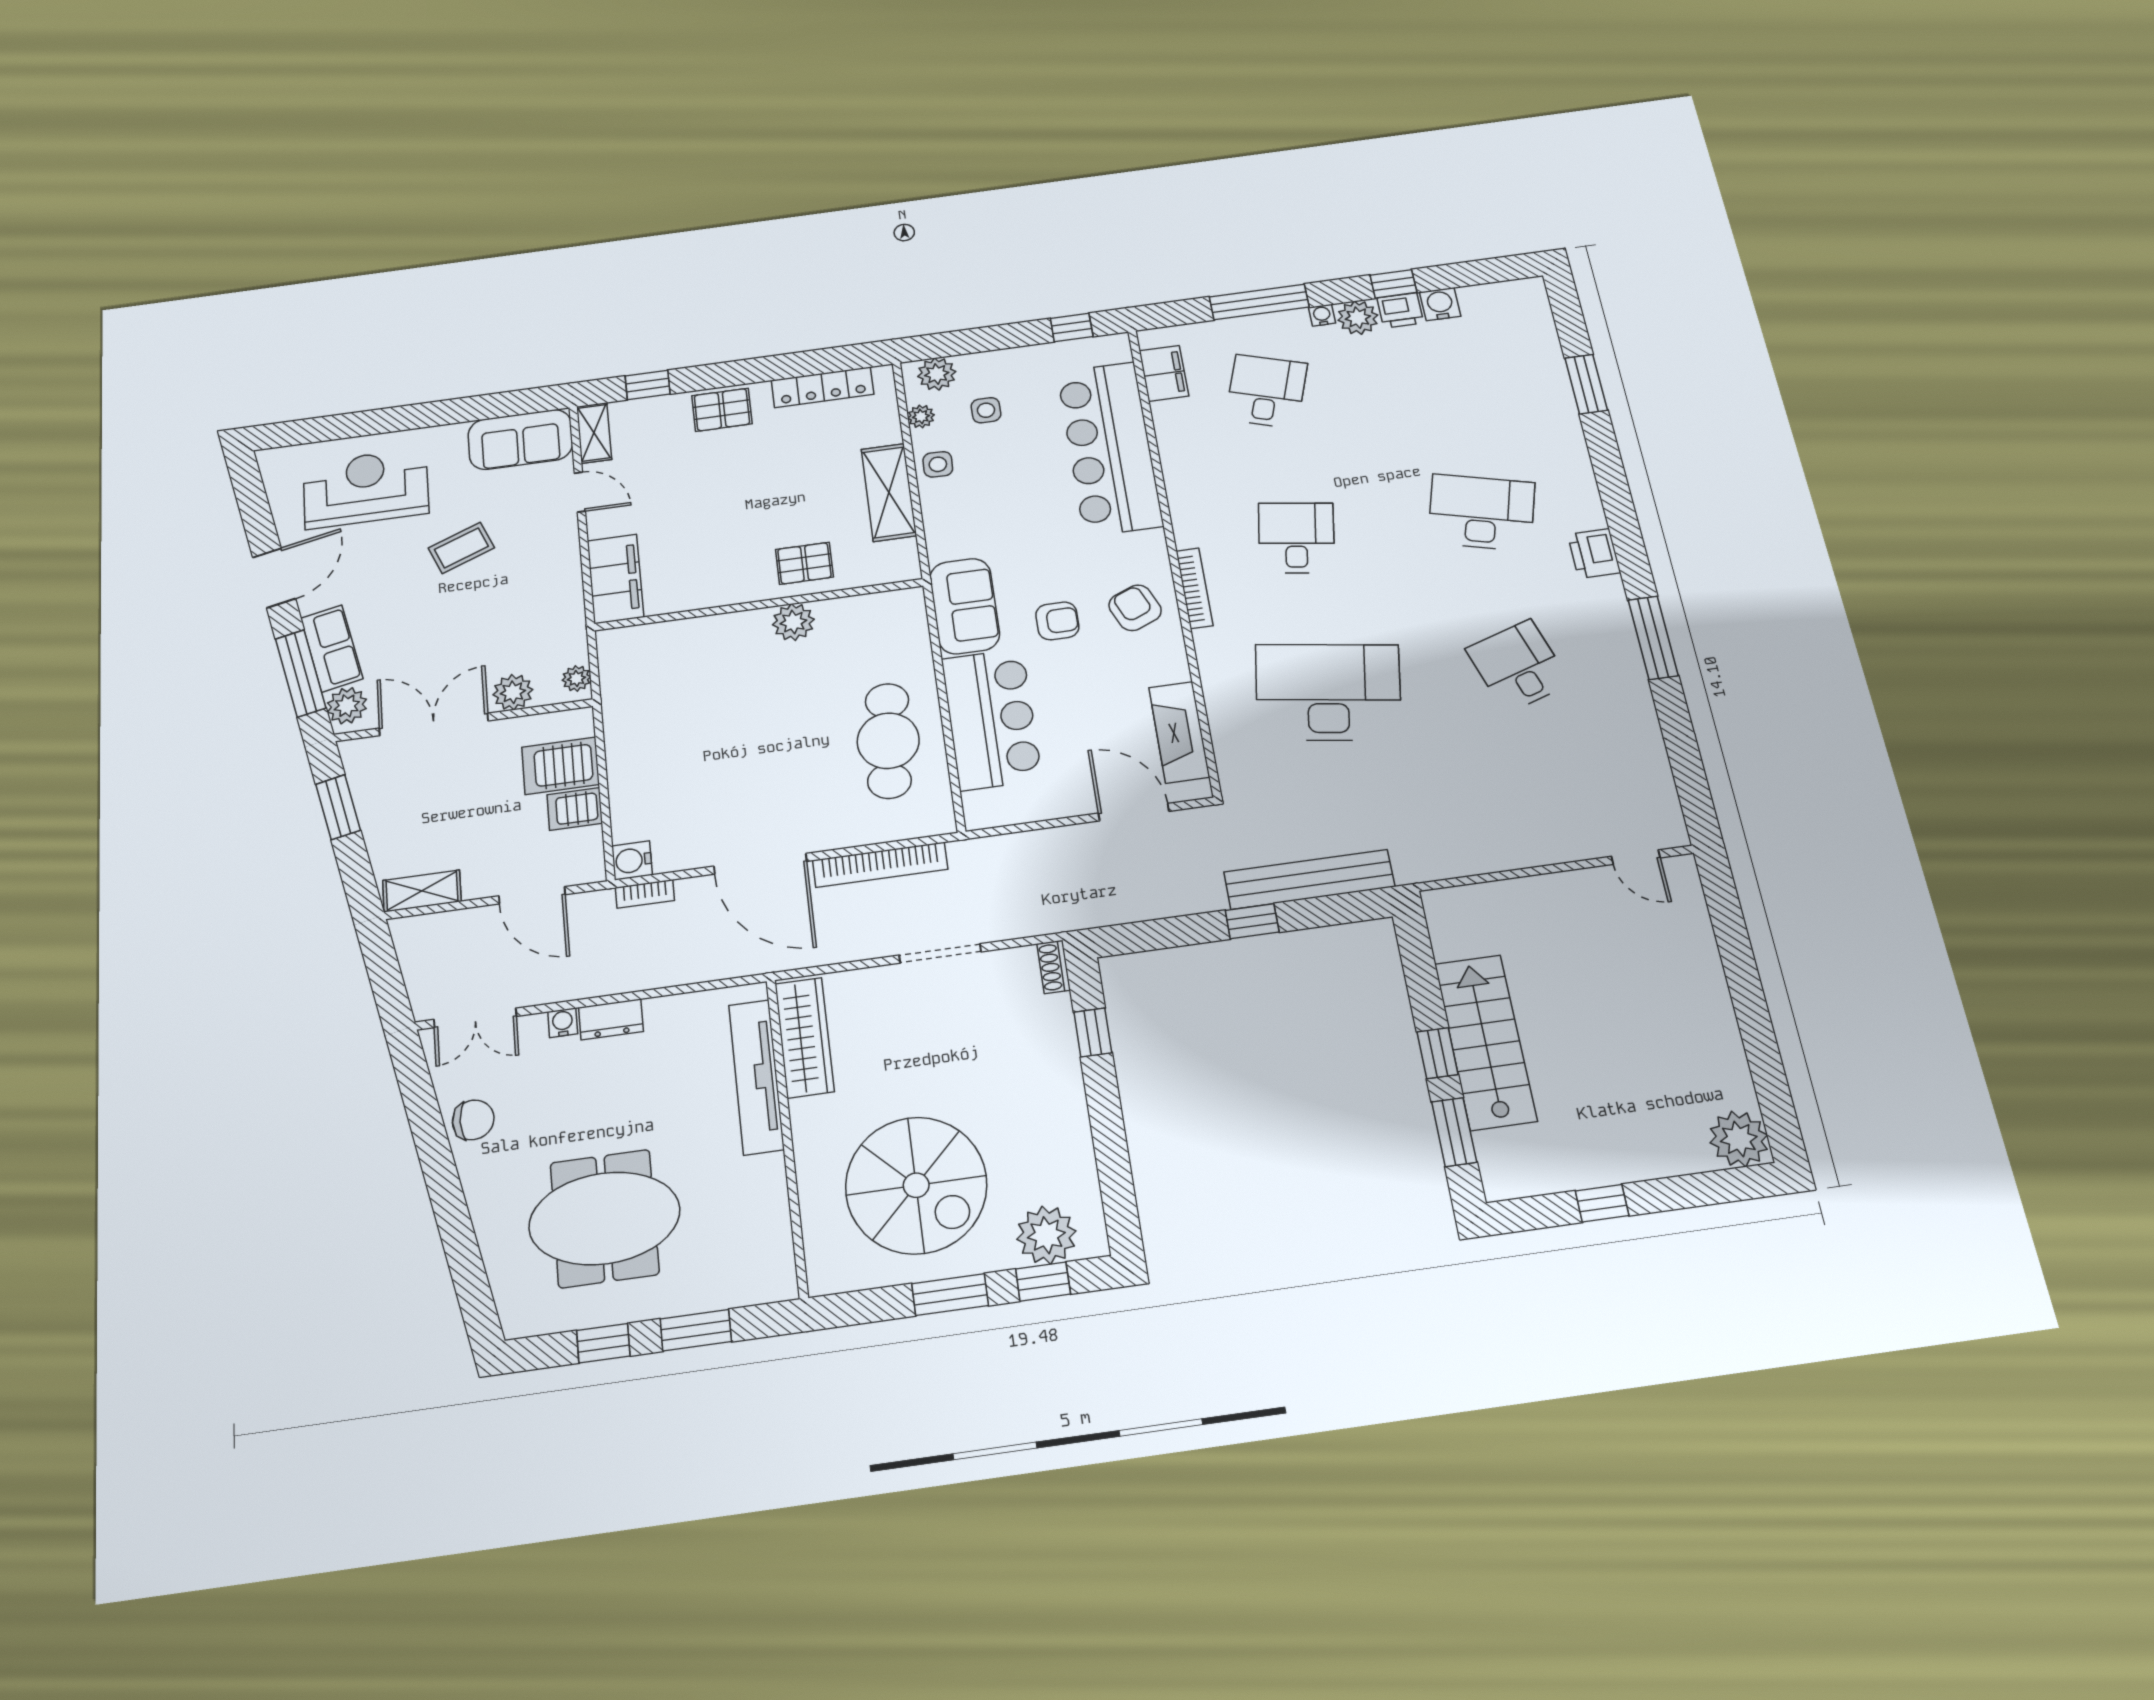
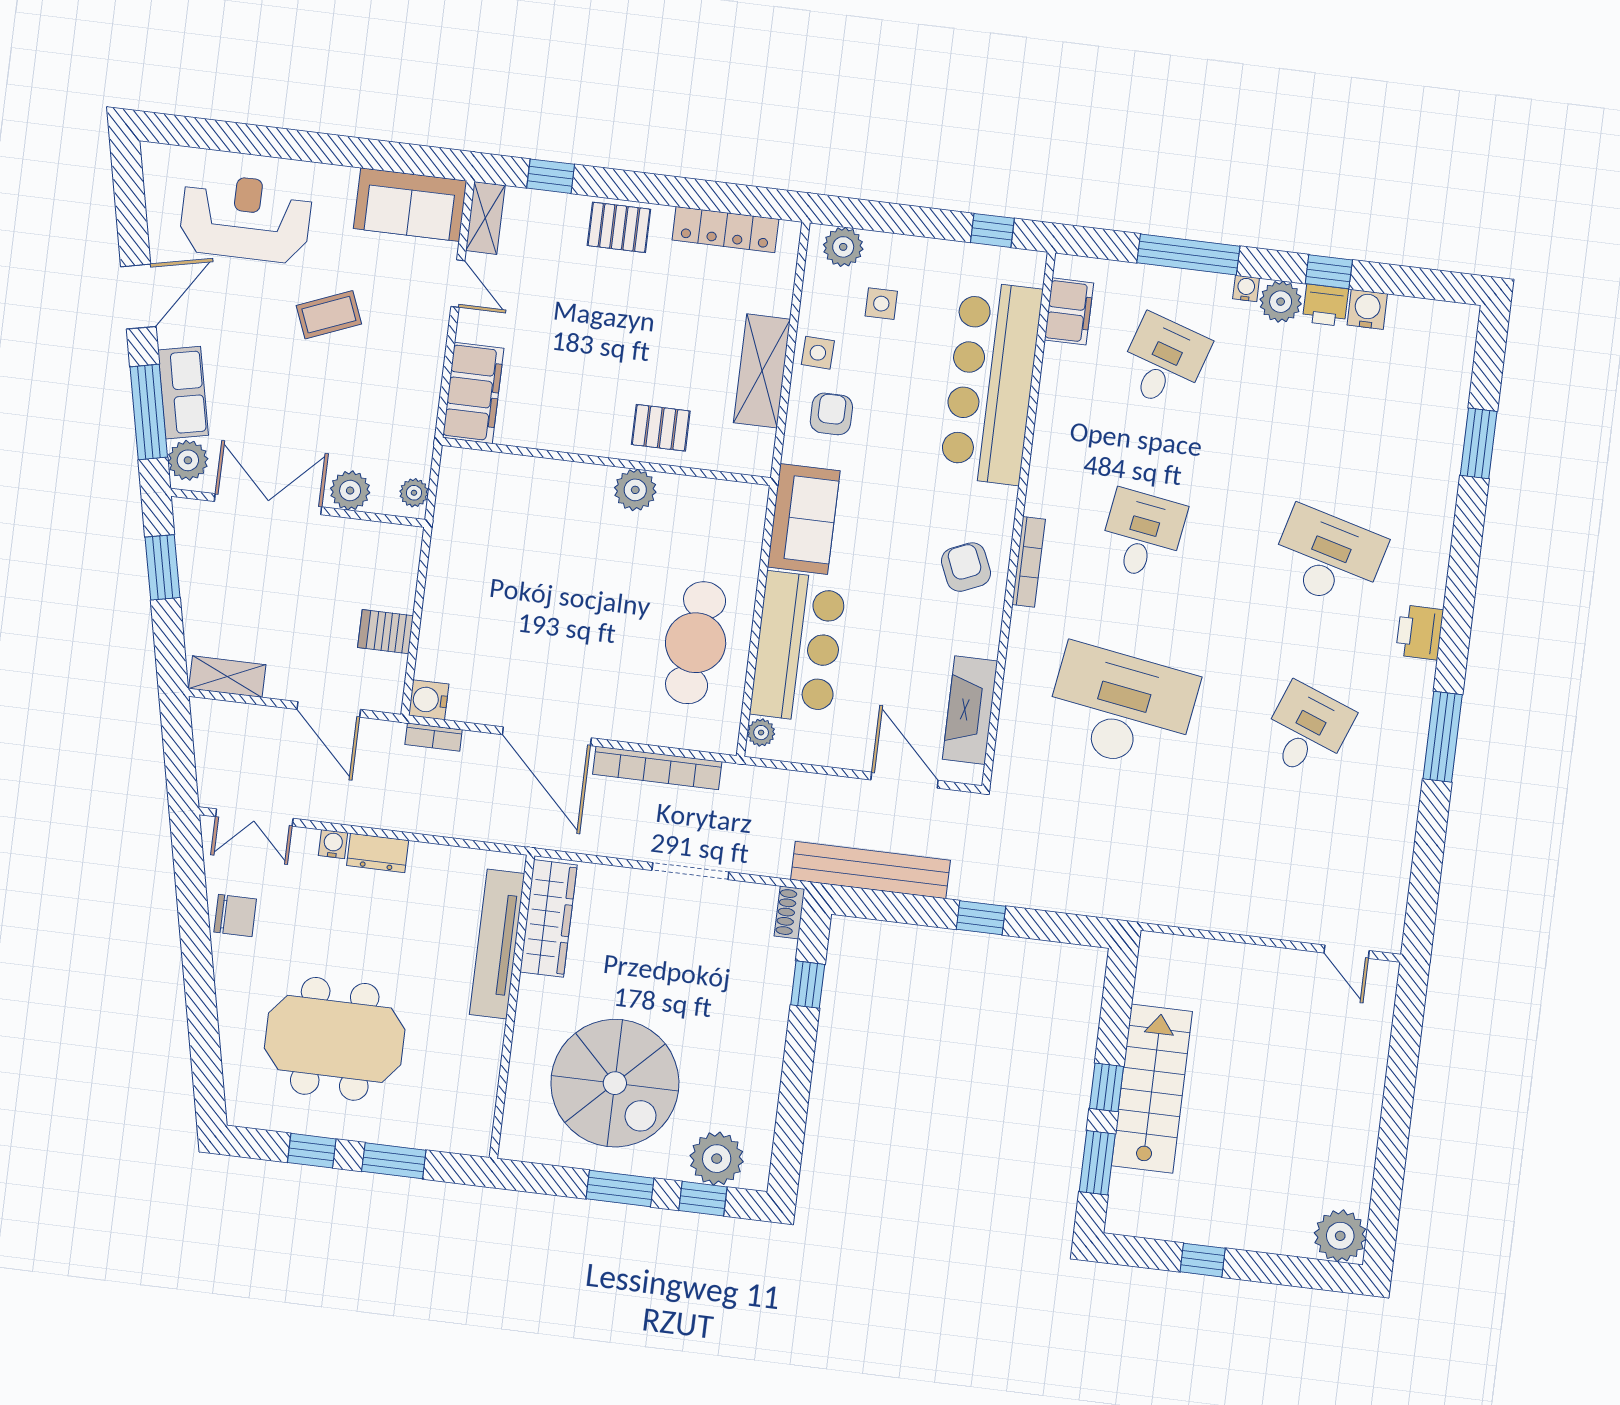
plant: (921, 416) -> (761, 733), moved
armchair: (1057, 621) -> (831, 414), moved, turned -90
desk: (1518, 666) -> (1307, 731), turned 39
server rack: (561, 766) -> (381, 582), removed
bench: (1309, 879) -> (871, 870), moved

